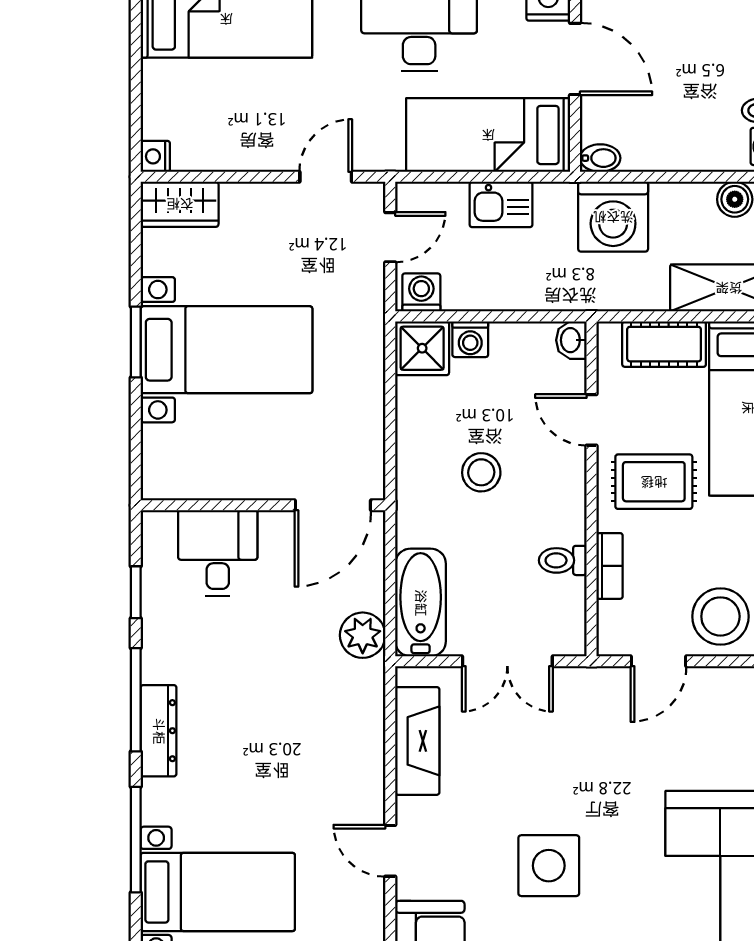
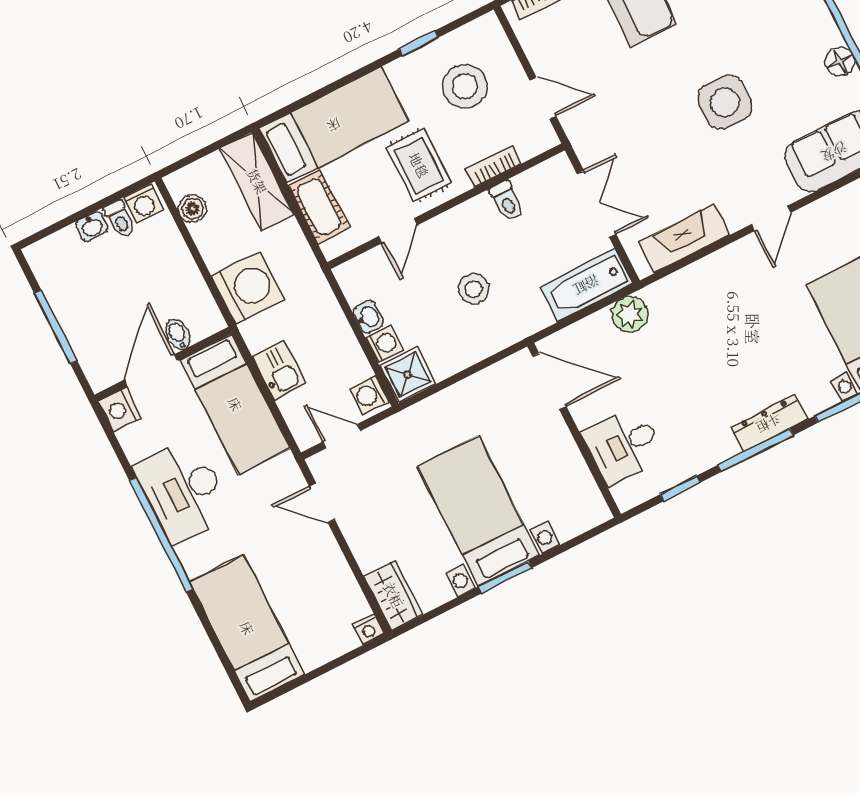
bidet: (600, 158) -> (178, 335), moved
washbasin: (571, 340) -> (368, 317), moved, turned -90
stool: (720, 616) -> (465, 86), moved

